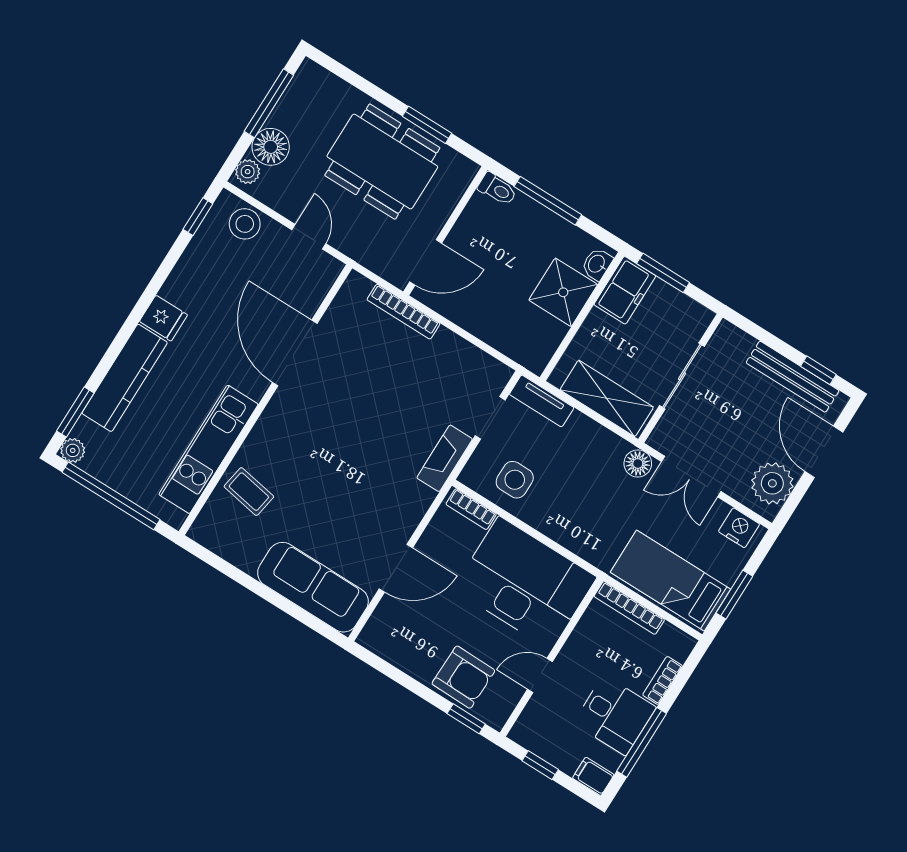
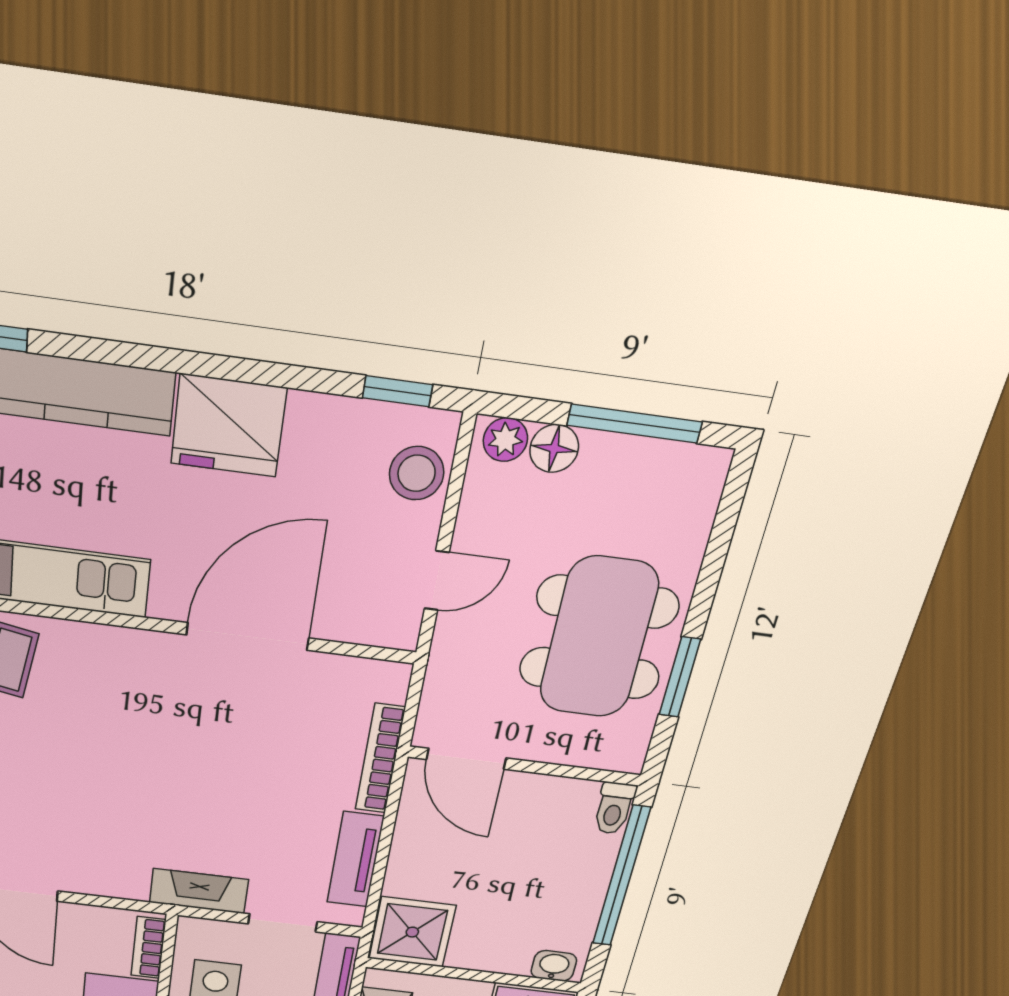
floor lamp: (271, 147) -> (554, 448), width x0.73, depth x0.73
window: (548, 201) -> (621, 877), width x1.46
shower: (563, 292) -> (412, 932), moved
fridge: (163, 318) -> (228, 426), width x1.88, depth x1.34
tv unit: (465, 354) -> (355, 860), added

